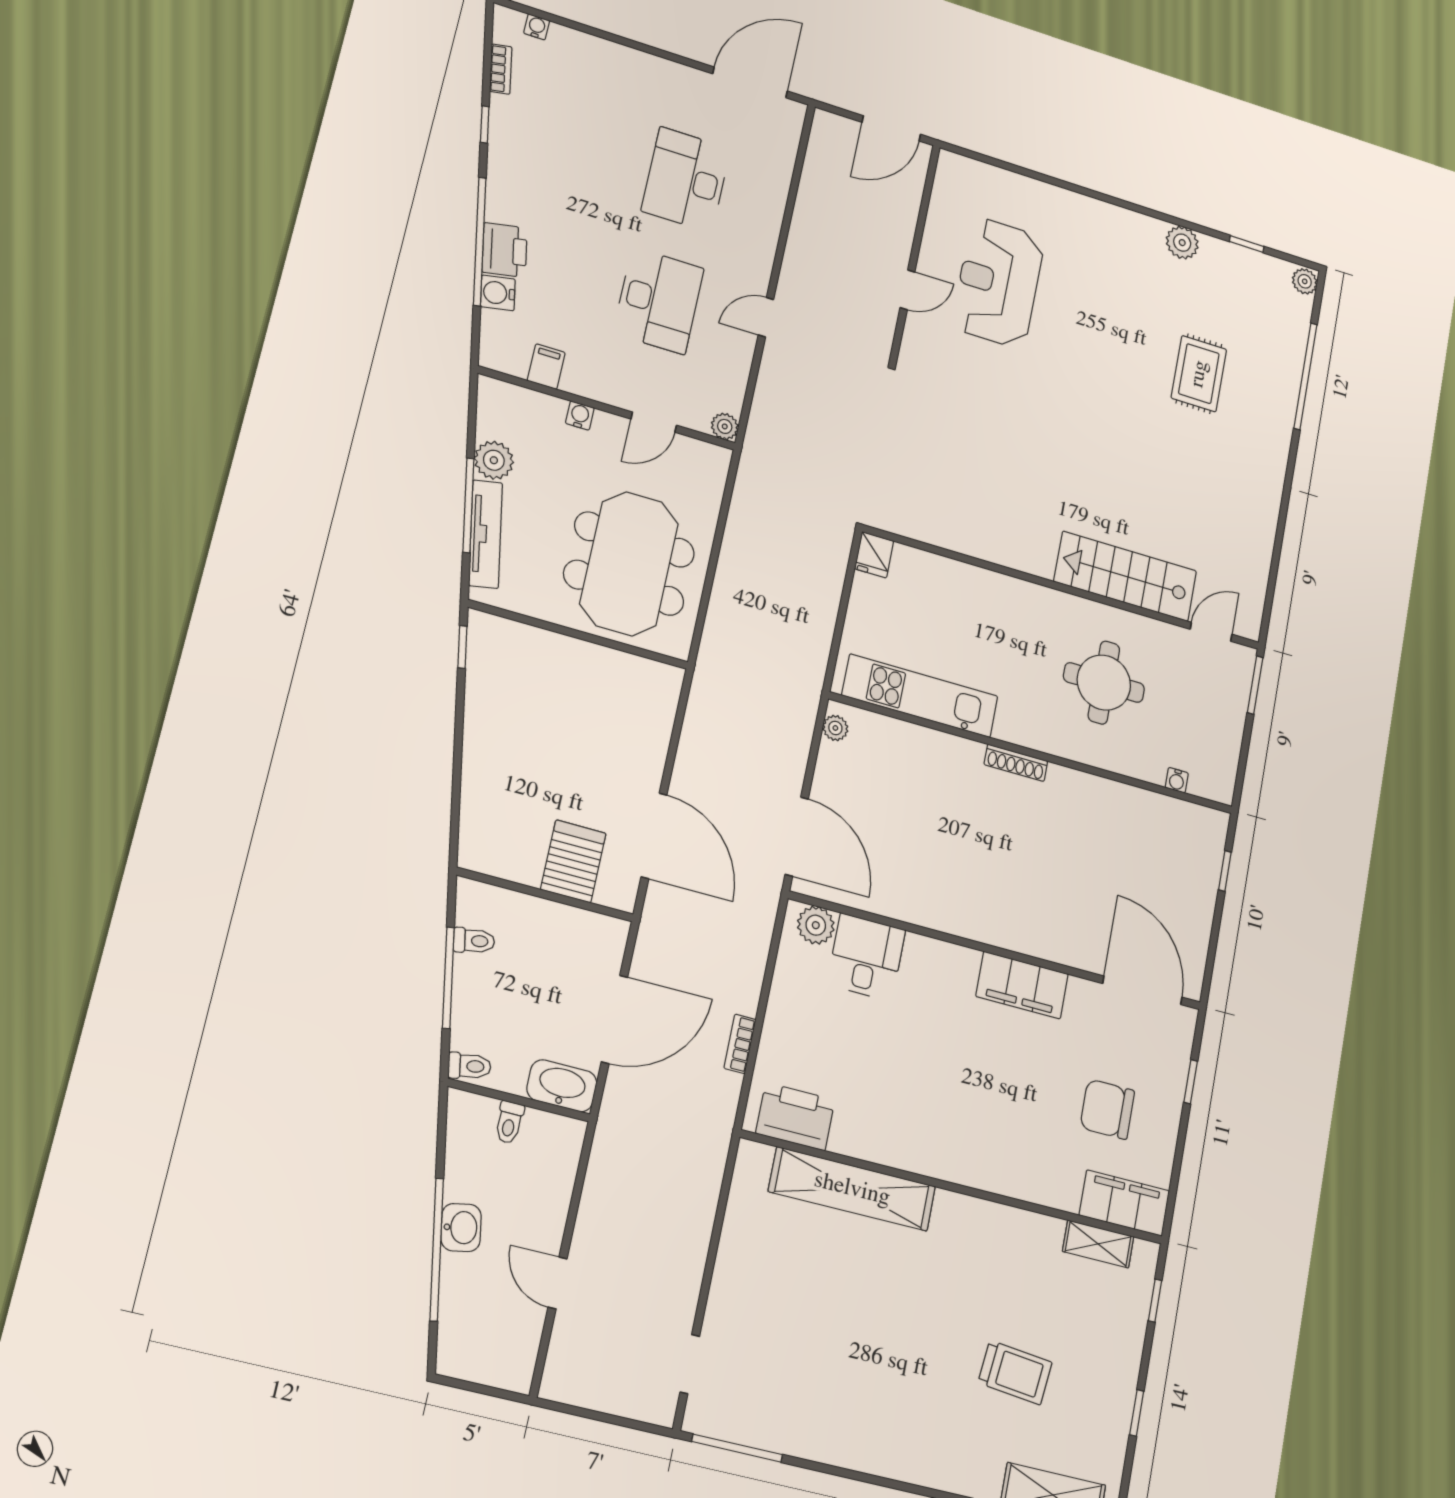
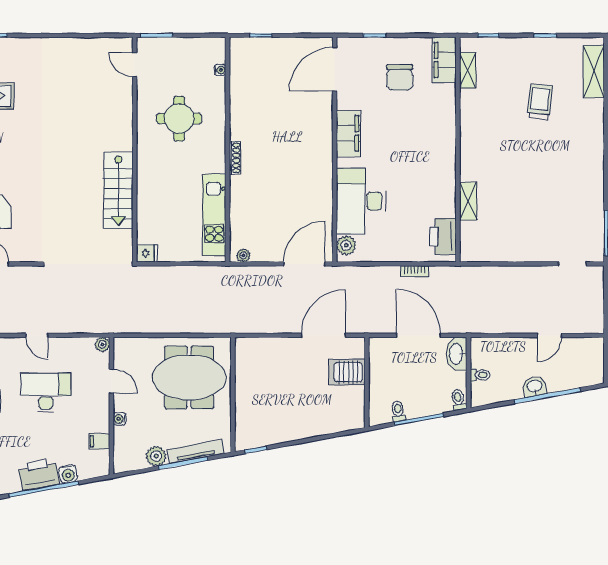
printer: (505, 250) -> (39, 474), width x1.37, depth x1.19
stairs: (1125, 576) -> (118, 190), moved
desk: (866, 957) -> (361, 201), width x1.87, depth x1.30
shelving: (852, 1189) -> (468, 201), width x0.45, depth x0.75

